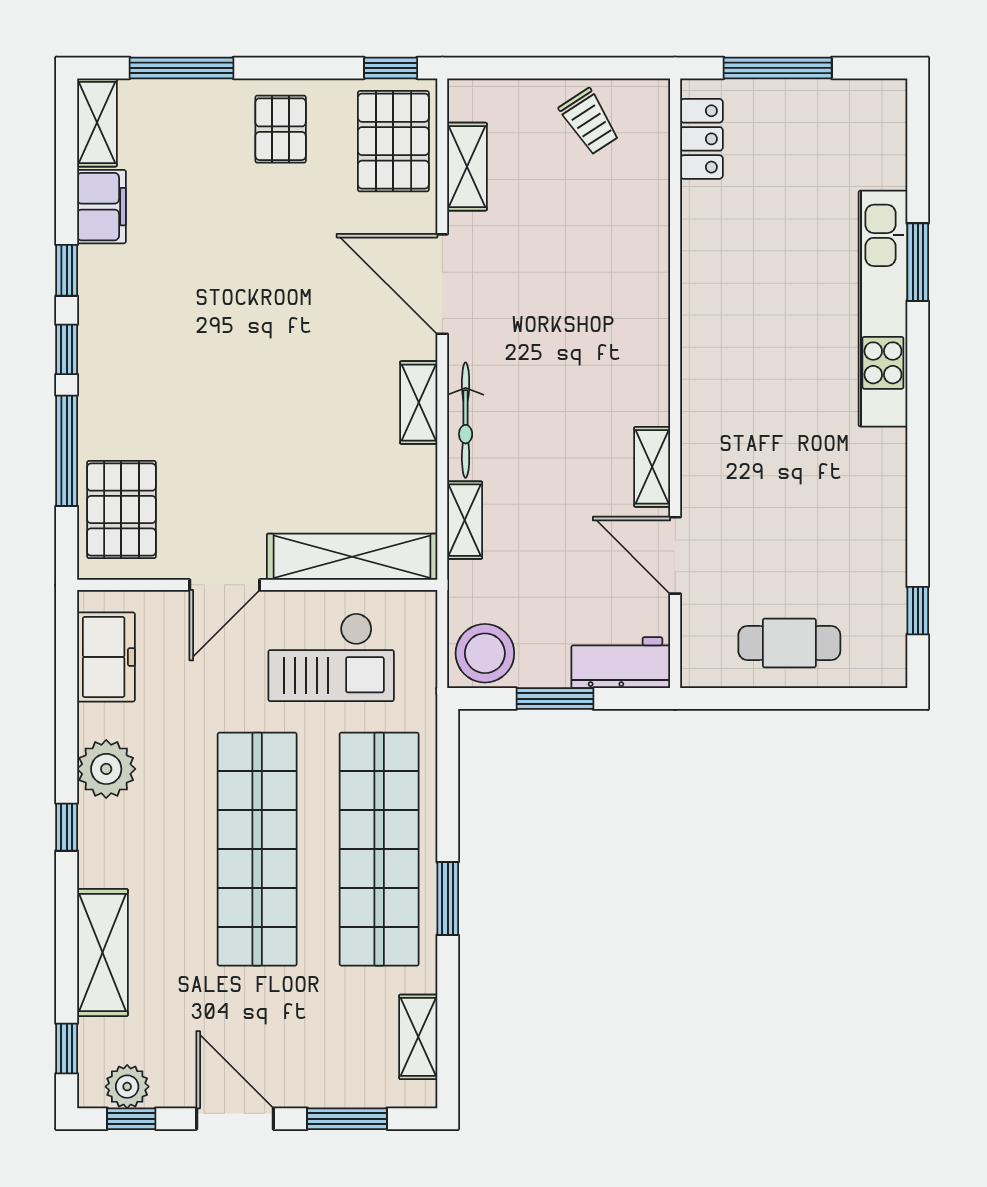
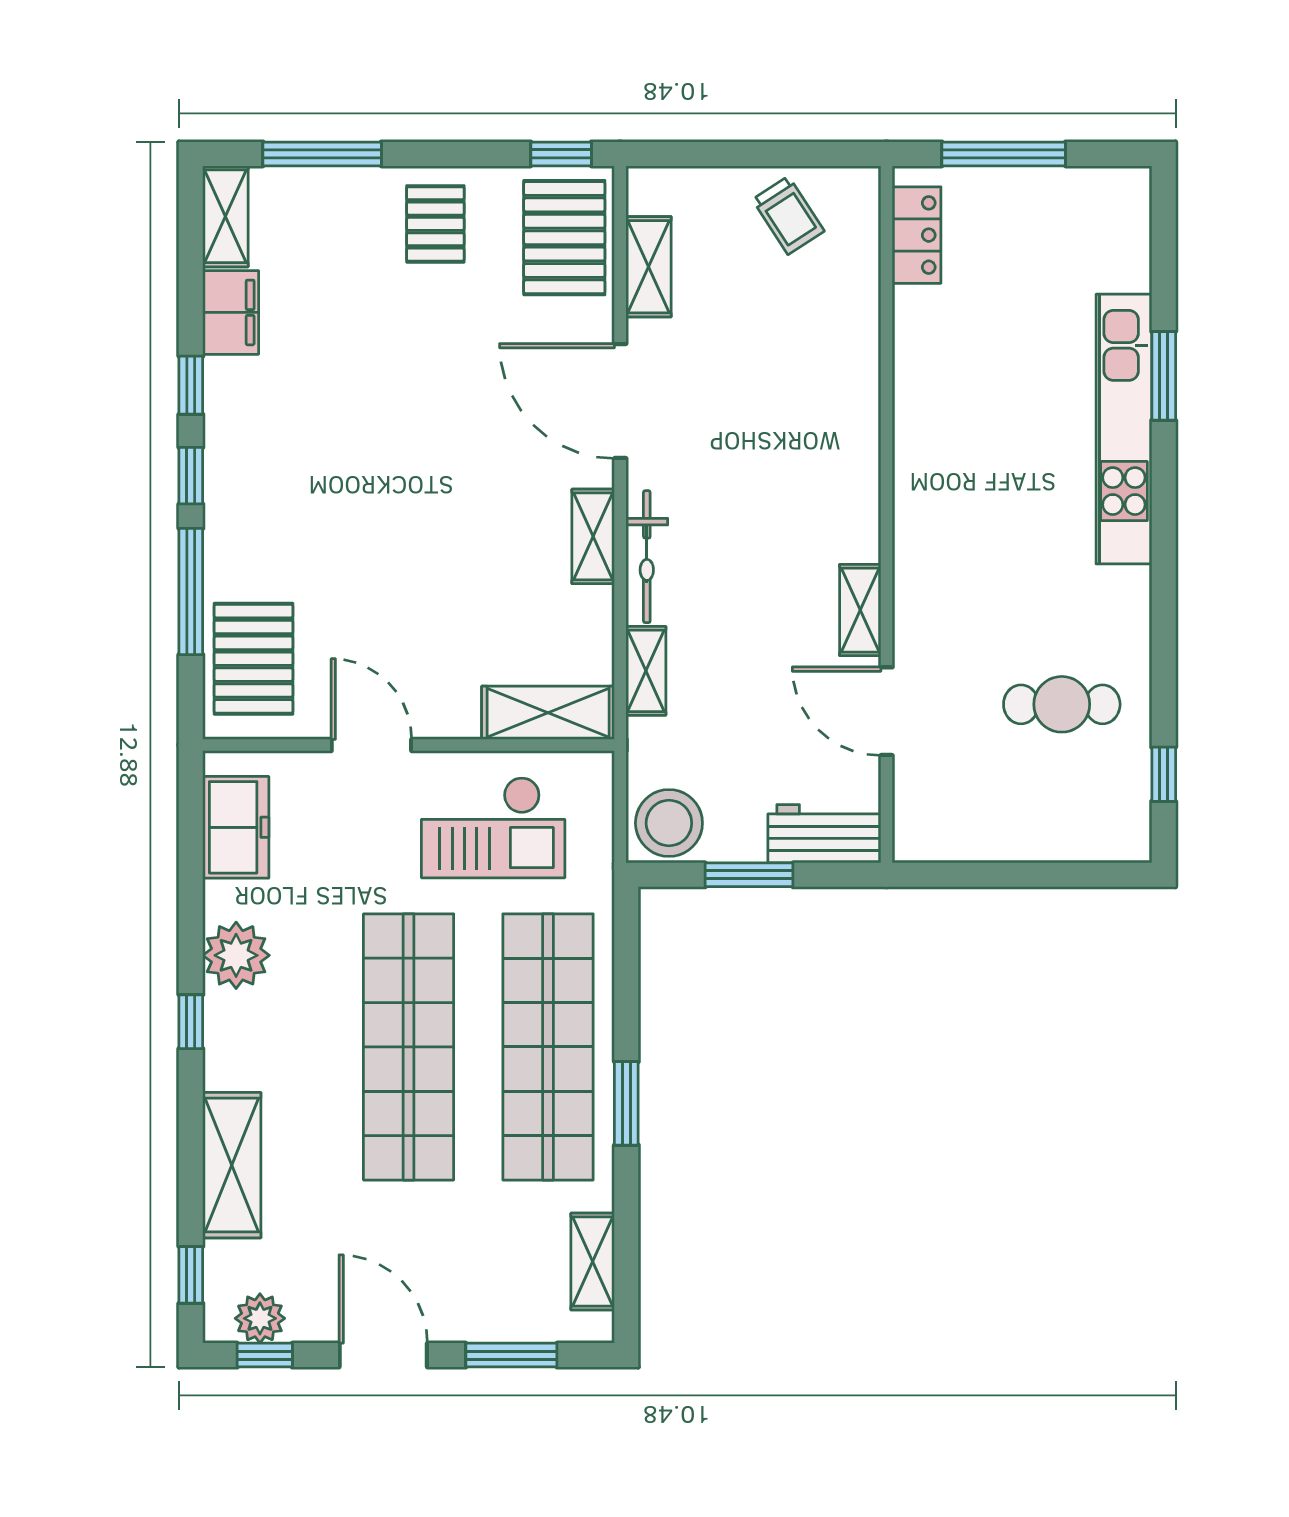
shelving: (352, 557) -> (548, 713), width x0.68
door: (225, 585) -> (371, 745), swing flipped
cafe table: (789, 643) -> (1062, 704), moved

